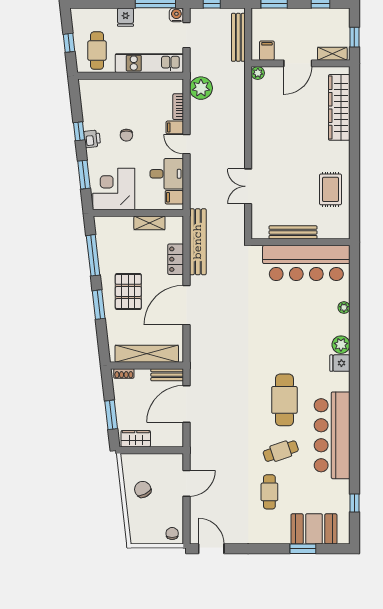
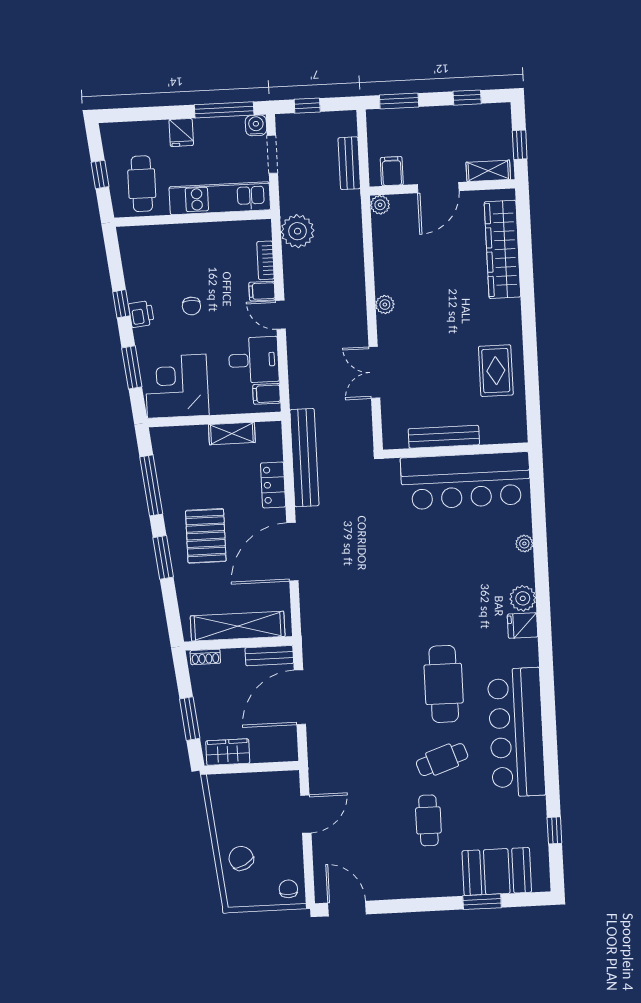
bench: (238, 37) -> (349, 163), width x0.73
plant: (258, 141) -> (385, 305), added
chair: (143, 489) -> (241, 858), moved

